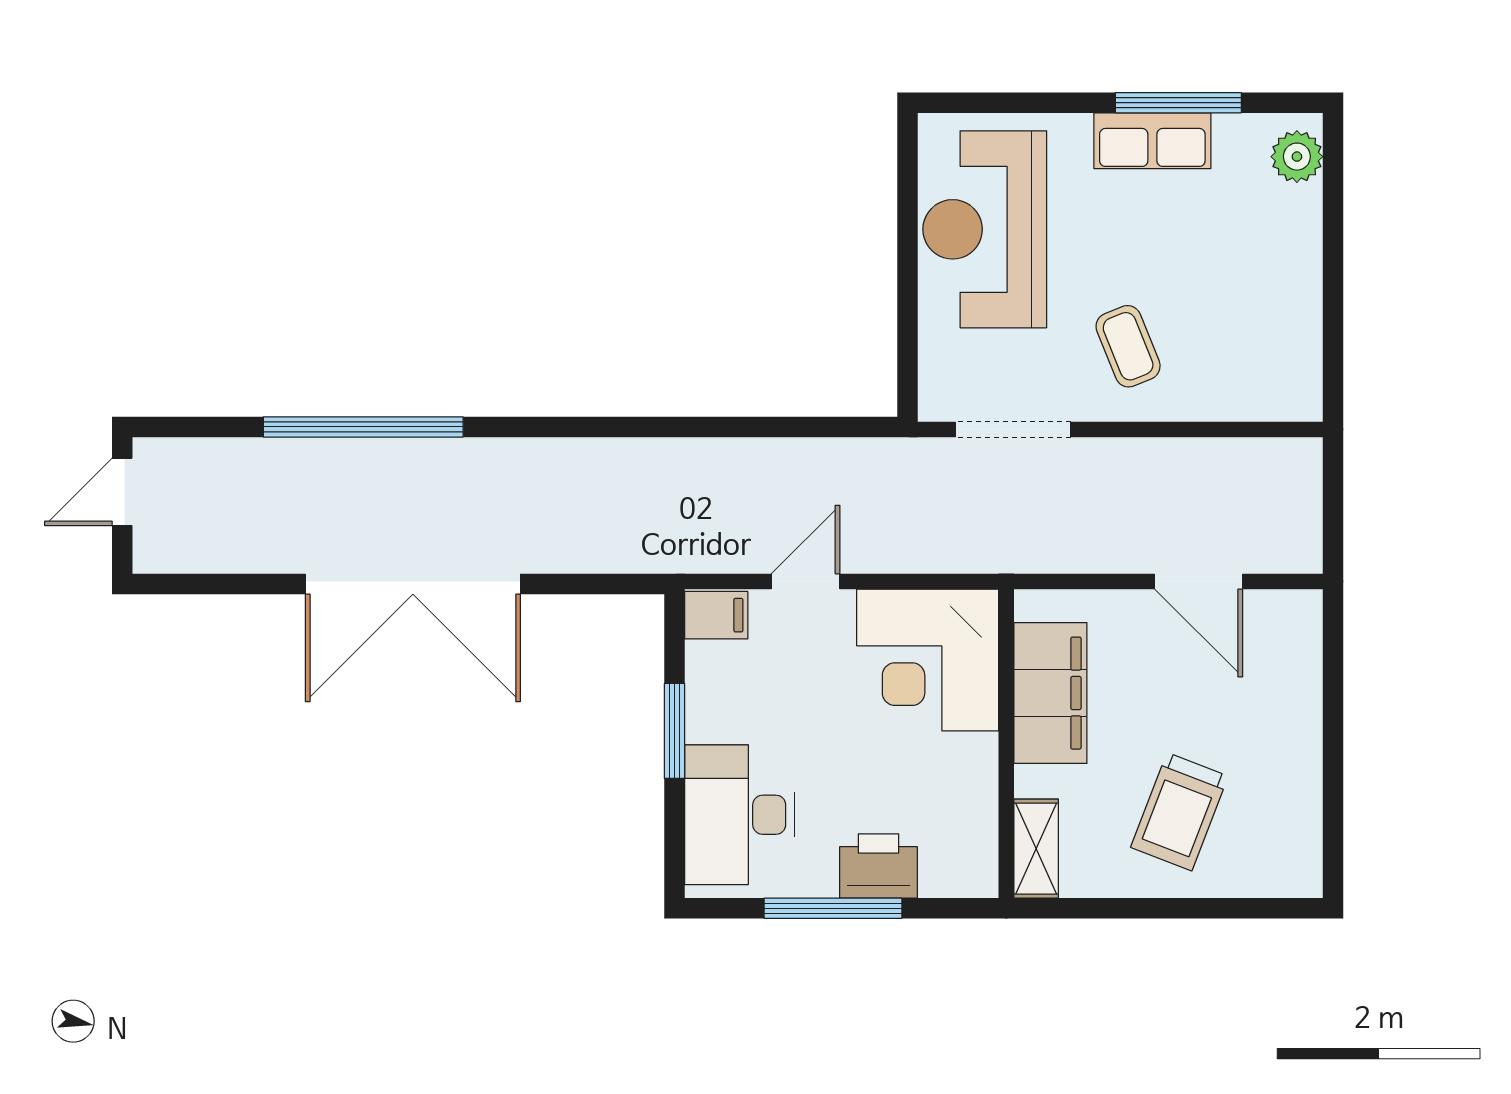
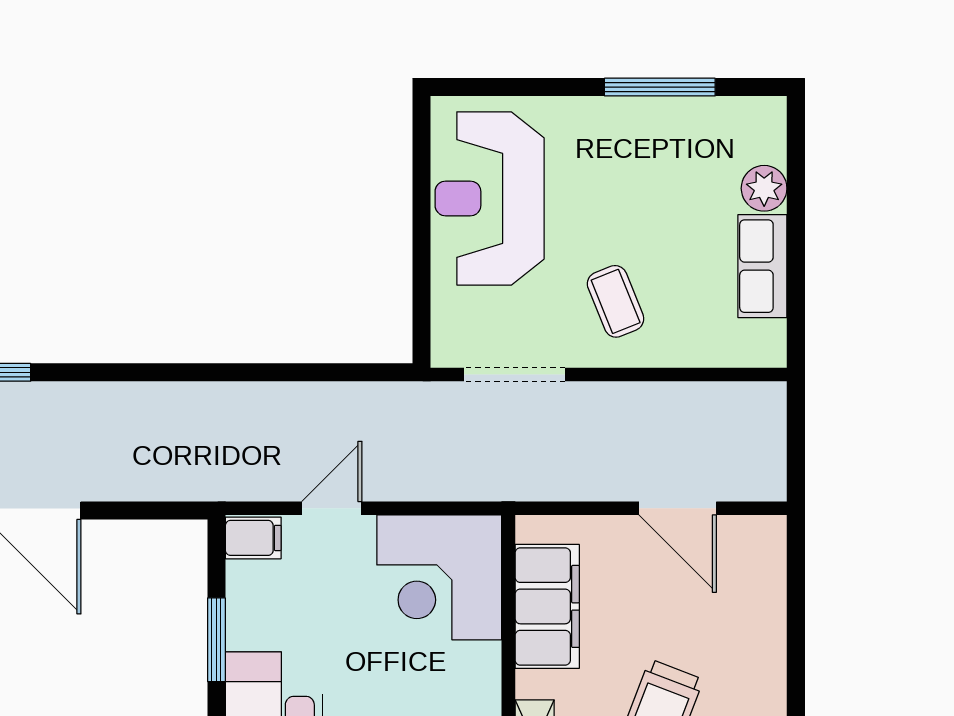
row of seats: (1152, 141) -> (762, 266), moved, turned 90
plant: (1297, 157) -> (764, 188), moved

